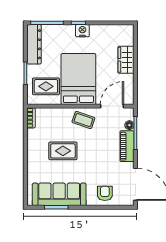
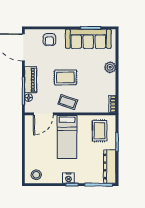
stool: (120, 35) -> (36, 175), added
wardrobe: (126, 60) -> (31, 153), removed
bed: (78, 79) -> (67, 137), width x0.67
rug: (46, 86) -> (100, 131), turned 90
rug: (63, 151) -> (65, 78), moved
plant: (33, 161) -> (110, 67), added

